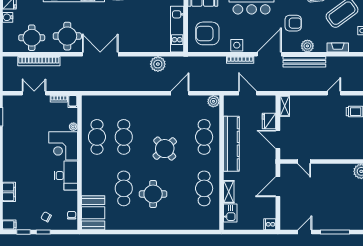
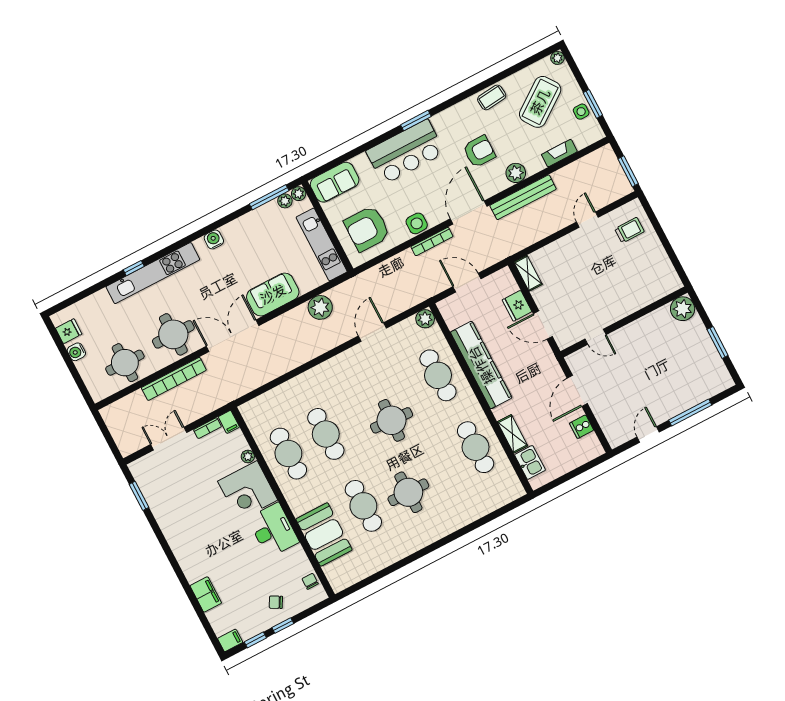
sofa: (135, 43) -> (273, 294), added
bookcase: (39, 61) -> (174, 379), moved
round table: (165, 149) -> (391, 420), turned 45
booth: (93, 213) -> (324, 534), moved
cooker: (270, 224) -> (582, 427), moved

